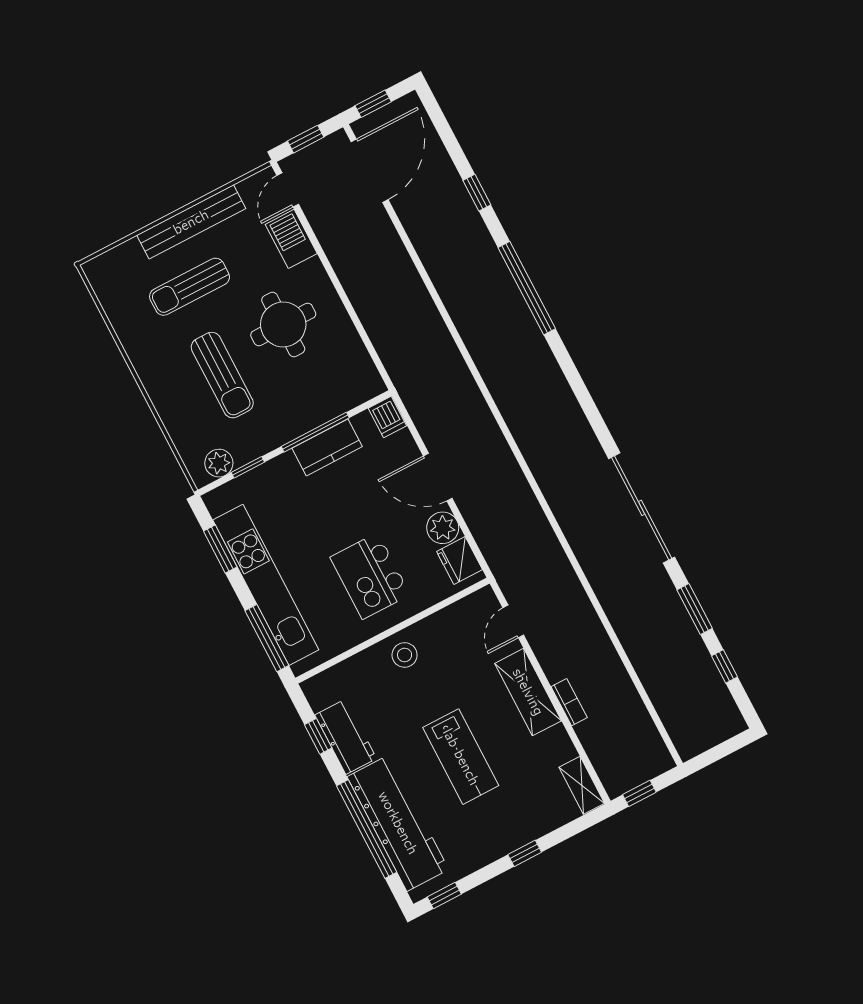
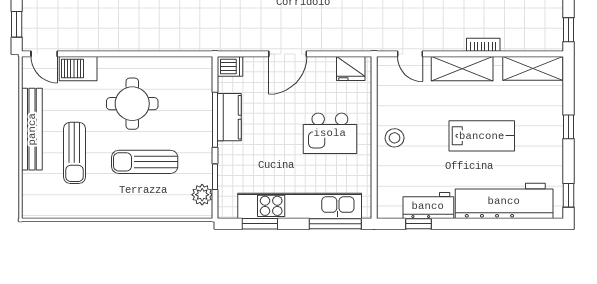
sun lounger: (222, 375) -> (145, 162), turned 180
plant: (443, 528) -> (323, 68), removed
shelving: (582, 785) -> (533, 68), width x1.50, depth x1.33
window: (367, 829) -> (497, 224), removed

